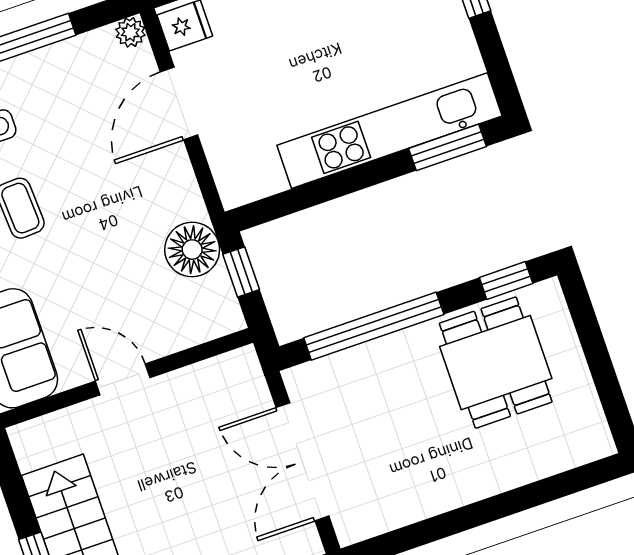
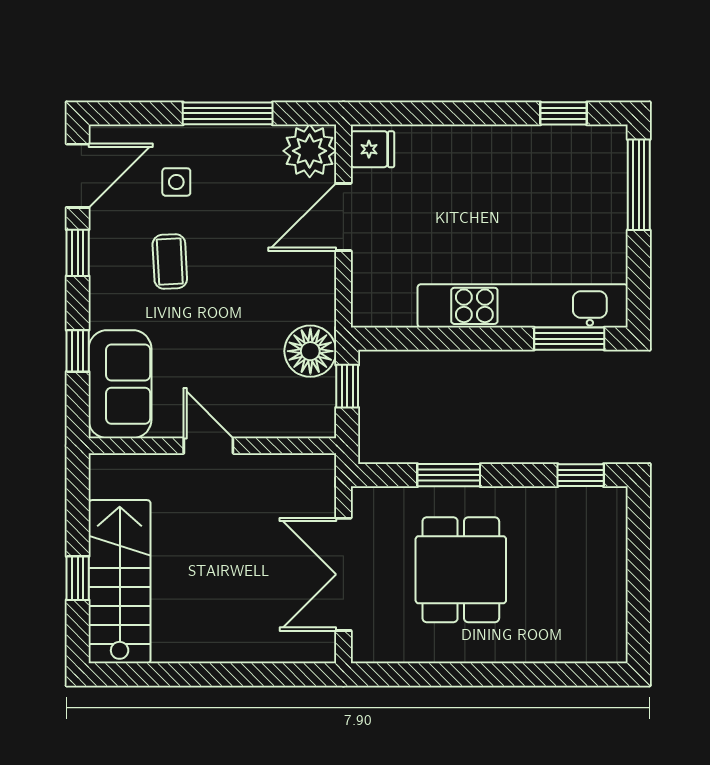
plant: (130, 32) -> (310, 151), width x1.88, depth x1.88
window: (374, 326) -> (449, 475), width x0.47
dining table: (496, 363) -> (461, 570), moved

